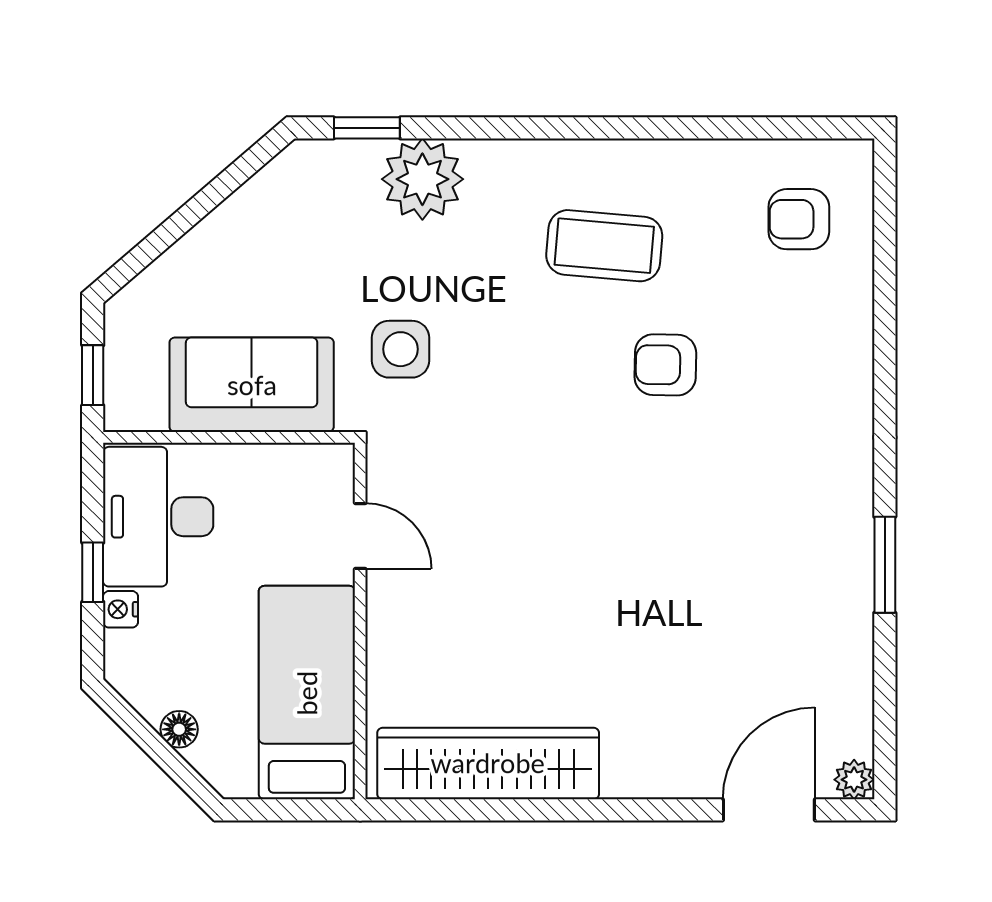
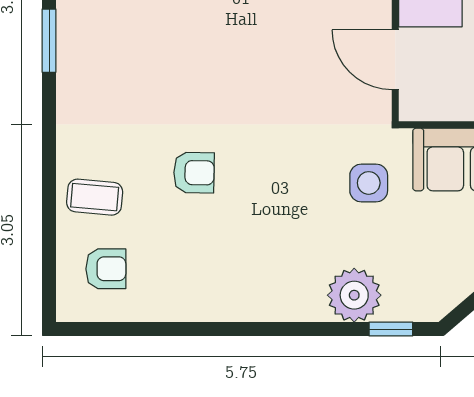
coffee table: (604, 246) -> (95, 197), moved, width x0.73, depth x0.77
door: (360, 536) -> (395, 60), width x1.38

